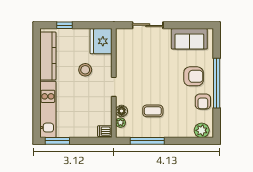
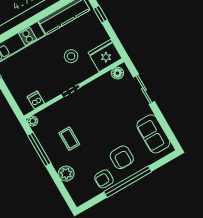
floor lamp: (122, 111) -> (117, 73), moved
plant: (120, 123) -> (33, 121), moved
plant: (202, 130) -> (66, 174), moved
dishwasher: (105, 131) -> (36, 100), moved

